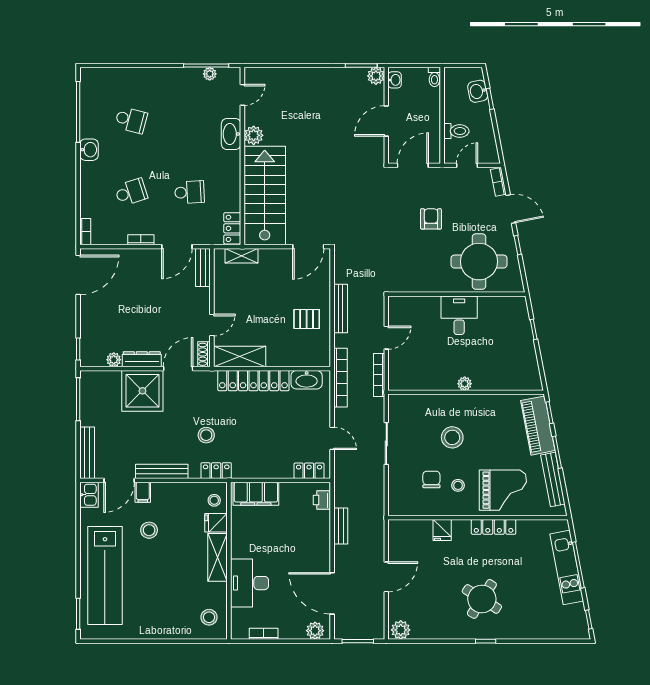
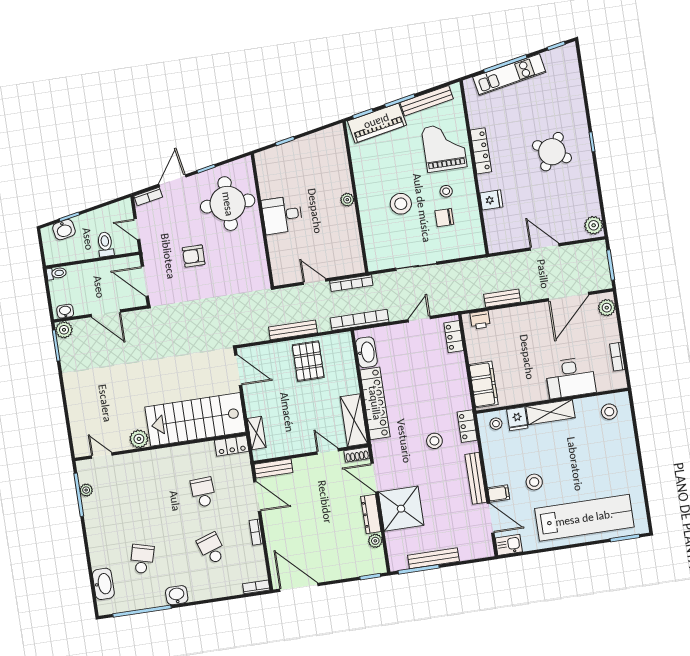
washbasin: (231, 134) -> (103, 584), moved, turned -90
pallet: (307, 319) -> (308, 361), width x1.50, depth x1.42
bench: (87, 453) -> (433, 558), moved

